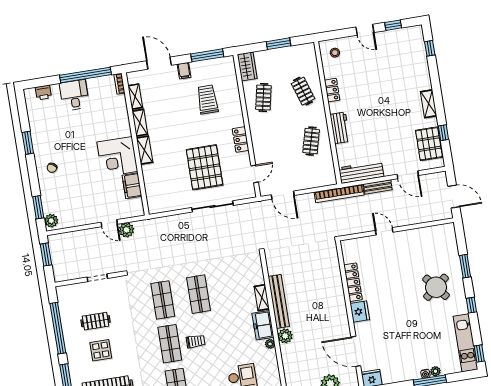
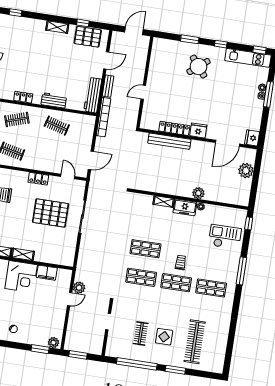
bench: (279, 301) -> (169, 141), moved

